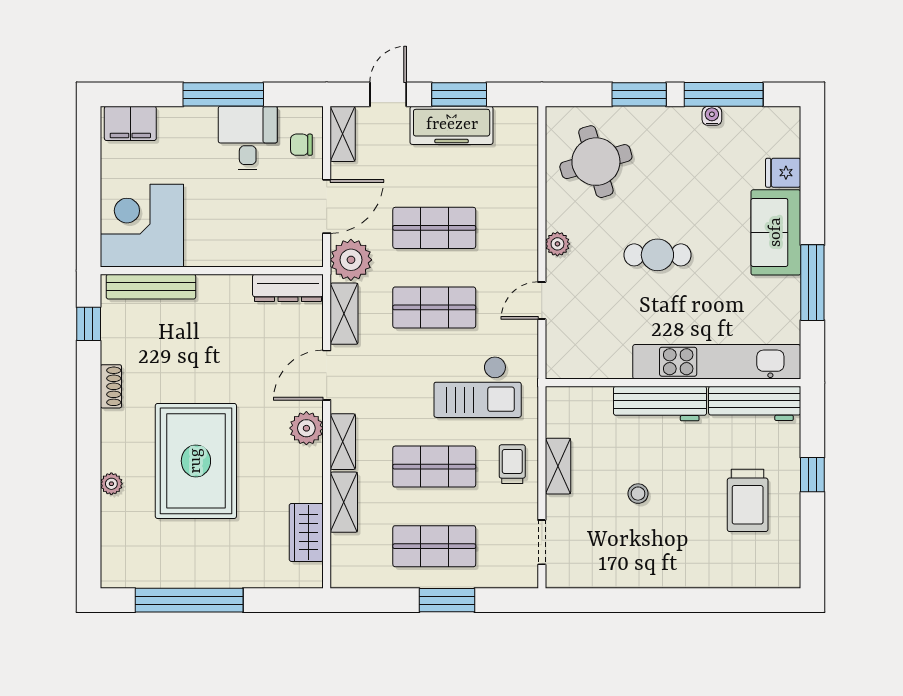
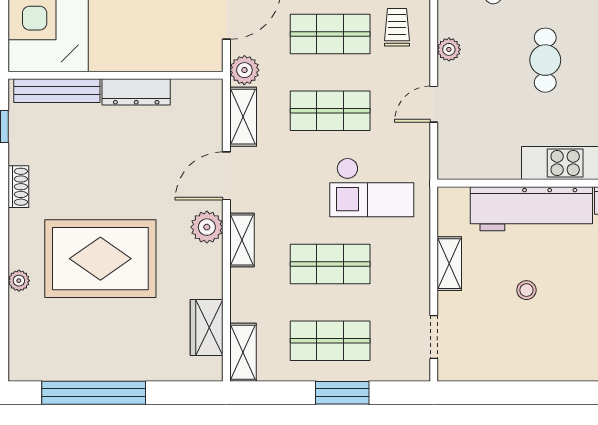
cafe table: (657, 255) -> (545, 60), turned 90
plant: (351, 260) -> (244, 70), width x0.73, depth x0.73
dresser: (288, 288) -> (136, 92), moved
workbench: (660, 404) -> (531, 209), width x1.36, depth x1.32
rug: (196, 461) -> (100, 259), turned 90
trolley: (512, 464) -> (397, 27), moved
shelving: (344, 502) -> (243, 352), moved

